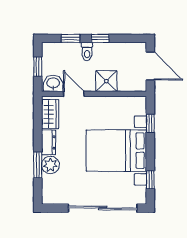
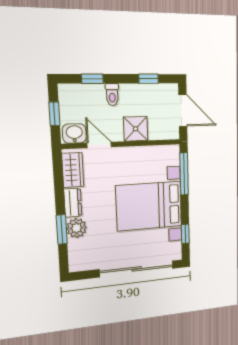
window: (100, 38) -> (149, 79), moved
window: (150, 123) -> (184, 174), width x2.17

